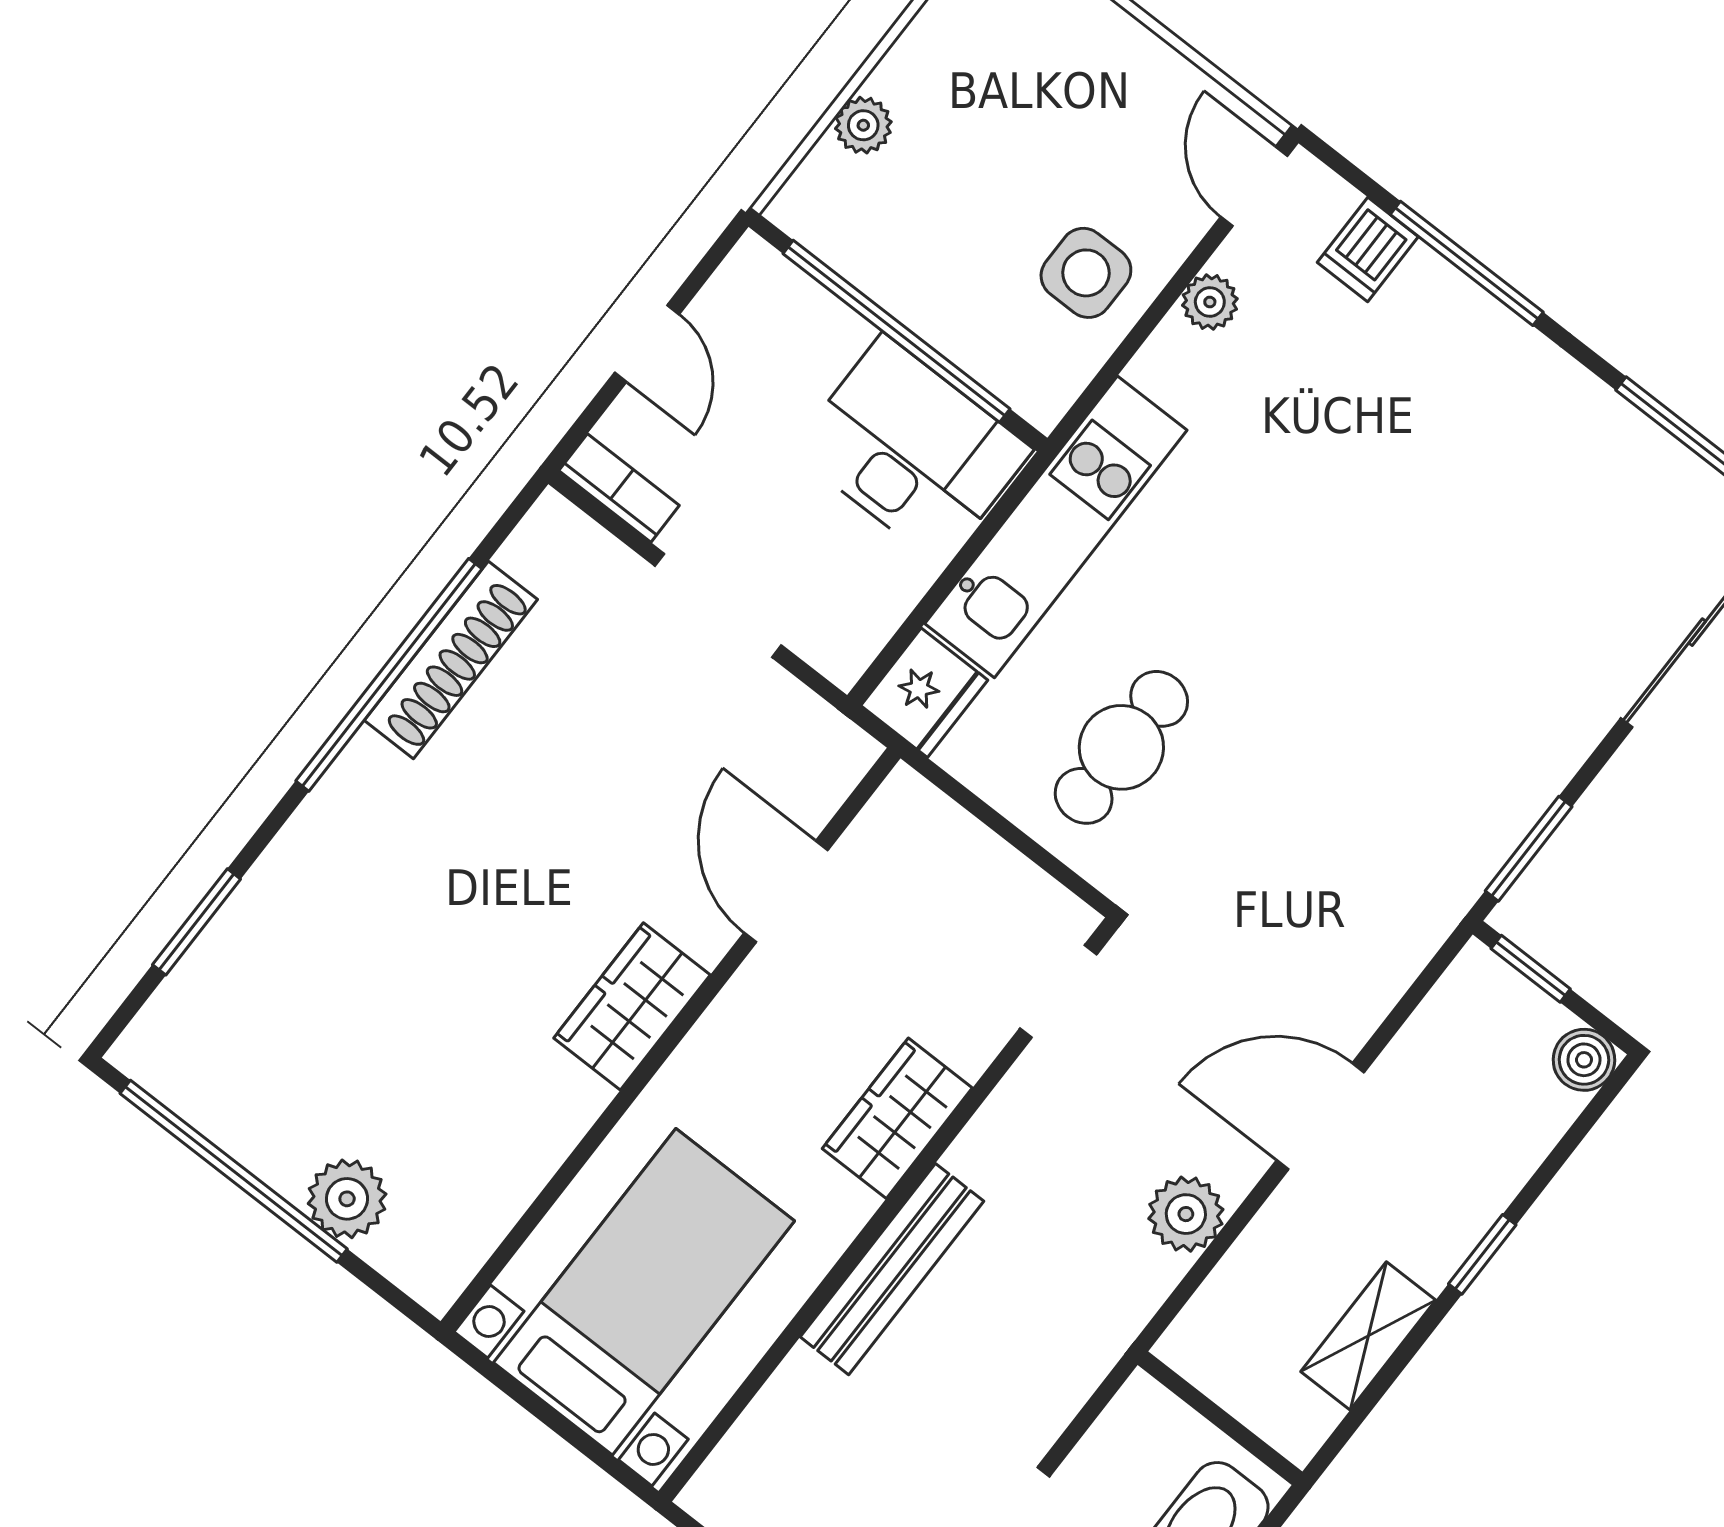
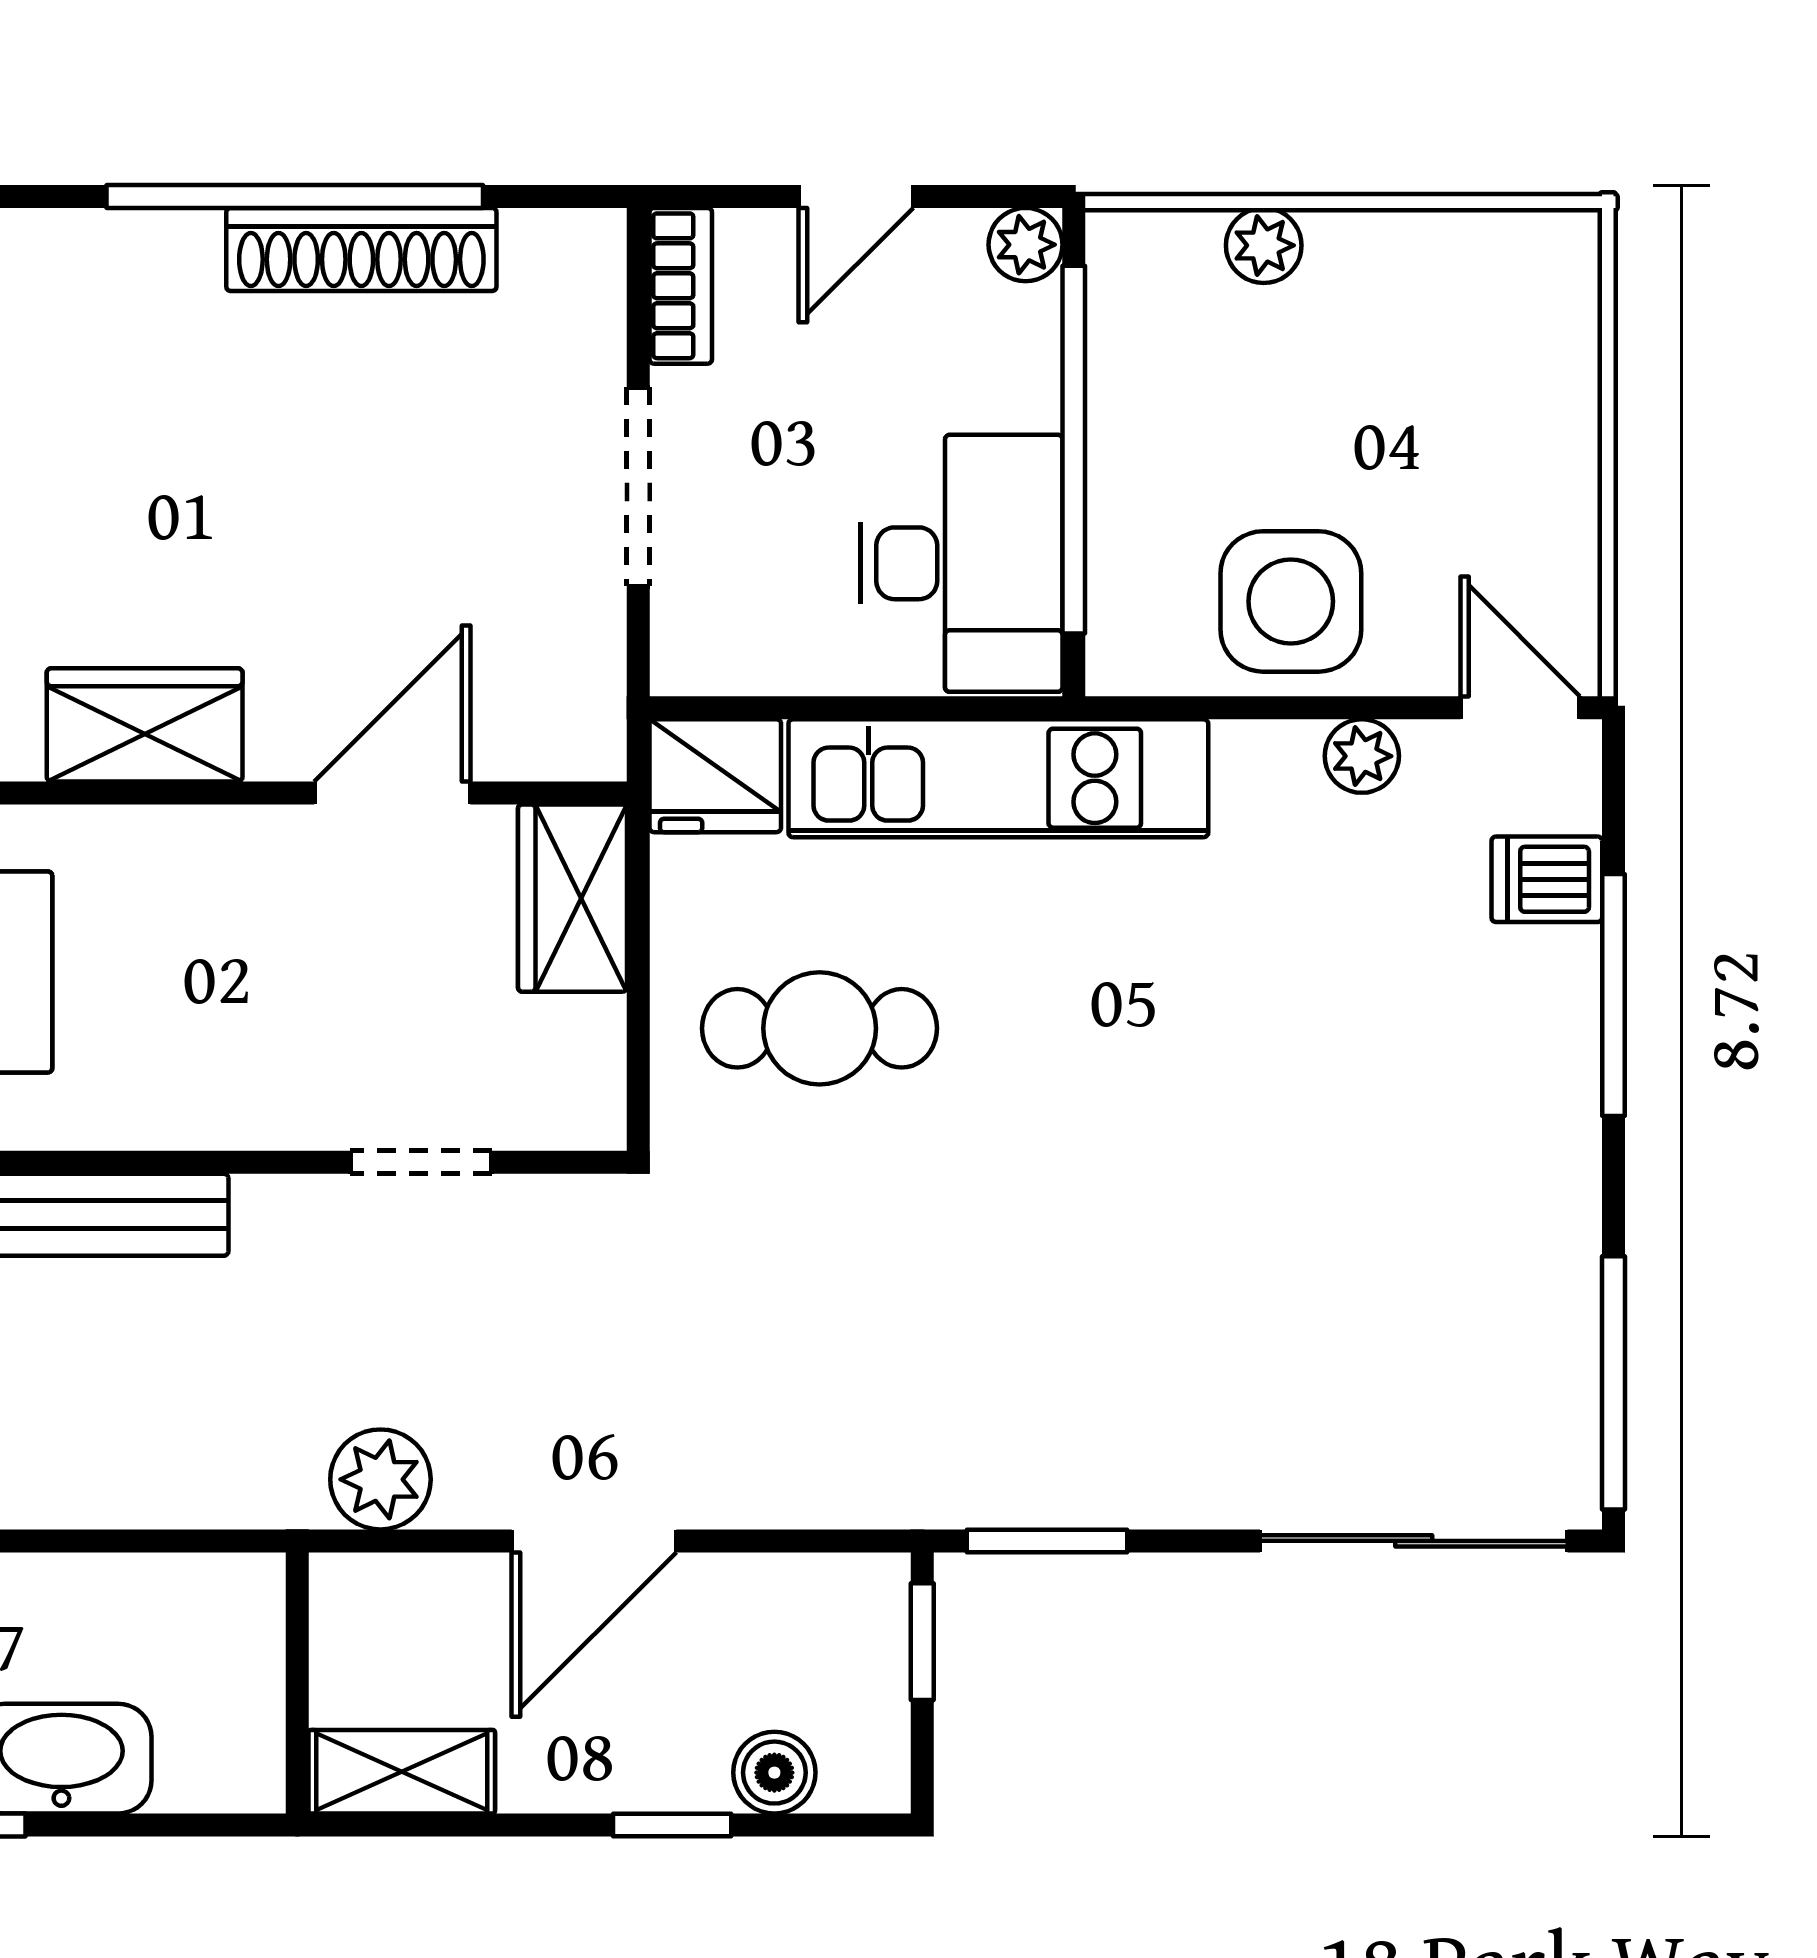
door: (1254, 186) -> (1520, 708), hinge flipped
plant: (753, 265) -> (1026, 245), added
side table: (1086, 273) -> (1291, 601), width x1.37, depth x1.37
doorway: (1058, 991) -> (421, 1162), moved
boiler: (1584, 1060) -> (774, 1773), moved
door: (1320, 1116) -> (594, 1541), swing flipped
wardrobe: (897, 1118) -> (572, 898), moved, turned -90
window: (1482, 1254) -> (672, 1825), moved
wall: (1220, 1418) -> (297, 1683), moved

